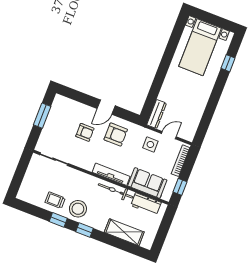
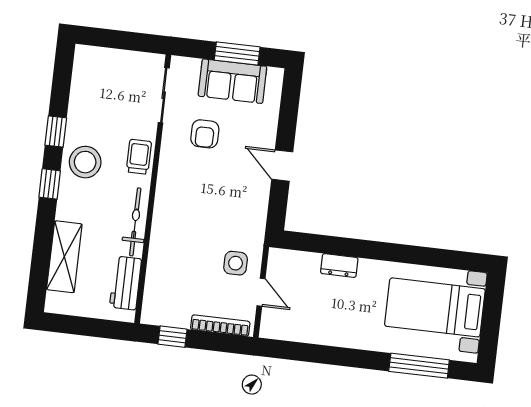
window: (228, 63) -> (419, 366), width x2.17
dresser: (157, 114) -> (339, 266), moved, width x0.70
armchair: (85, 132) -> (205, 134), moved
armchair: (116, 135) -> (237, 196), removed
tv unit: (111, 174) -> (163, 206), removed
sofa: (147, 183) -> (232, 81), moved, turned 90
trolley: (55, 200) -> (139, 157), moved

